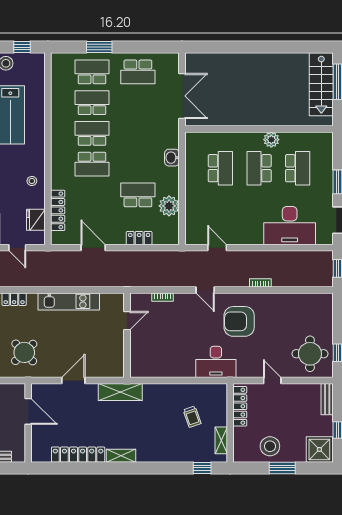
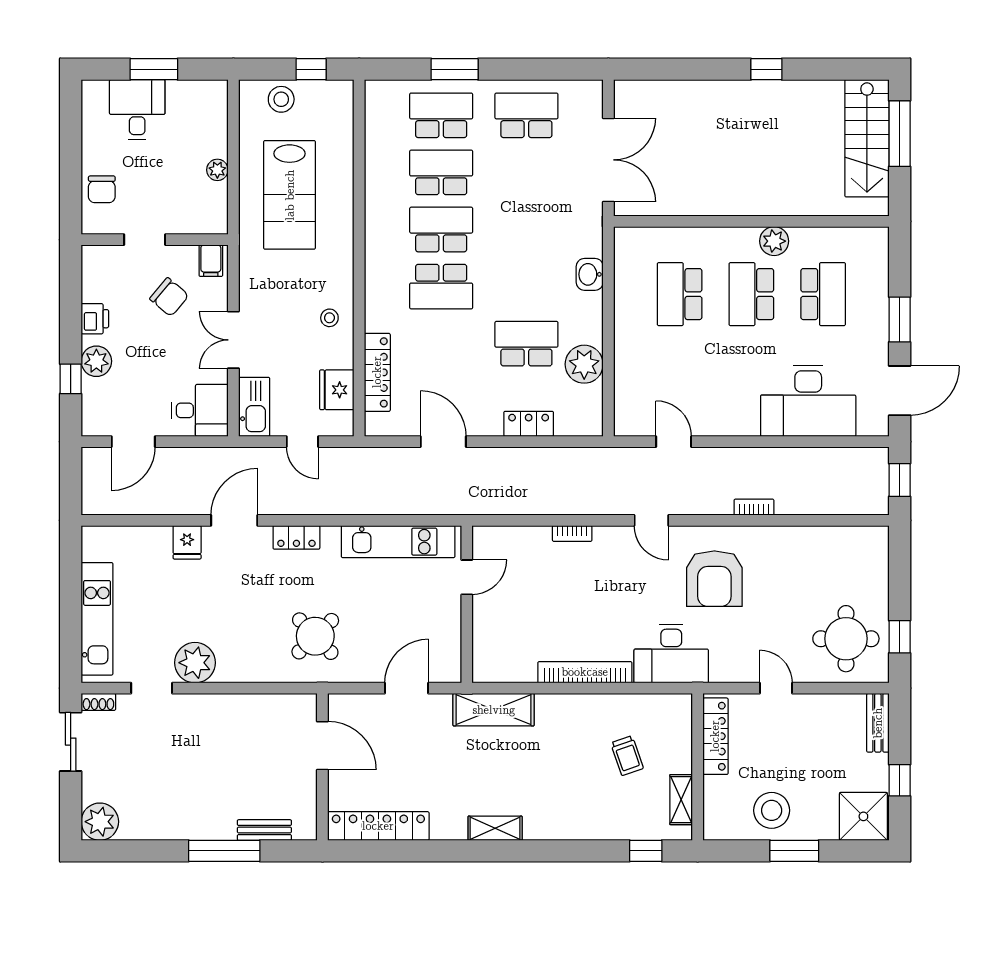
window: (267, 47) -> (766, 69), added
school desk: (138, 72) -> (526, 115), turned 180
school desk: (220, 168) -> (680, 294), turned 180
door: (127, 321) -> (467, 577), moved
armchair: (239, 321) -> (714, 579), turned -90
wall: (127, 335) -> (467, 604), moved
bookcase: (169, 372) -> (585, 672), added
locker: (78, 455) -> (378, 826), moved

